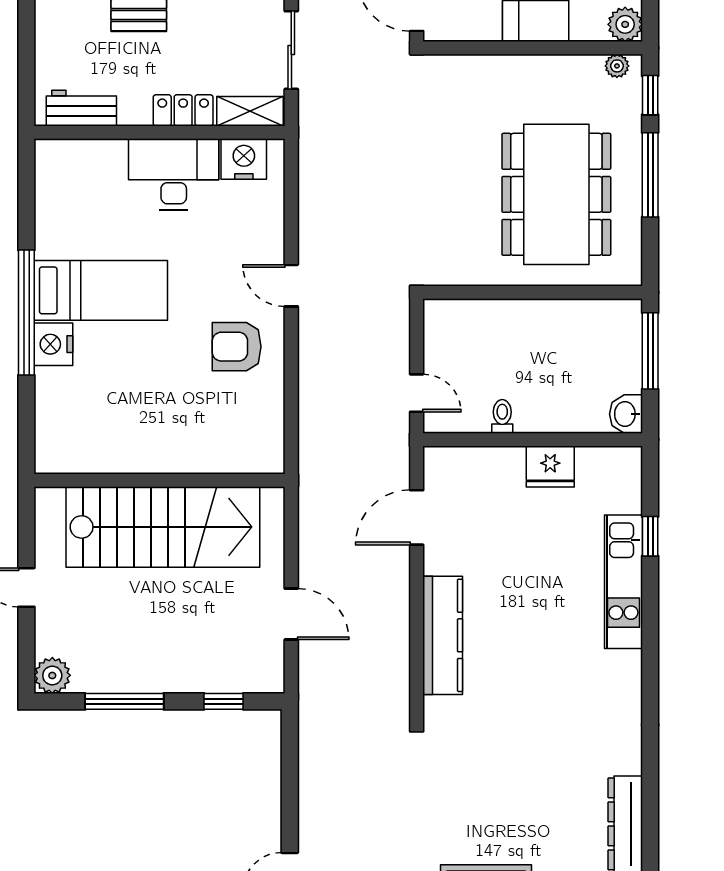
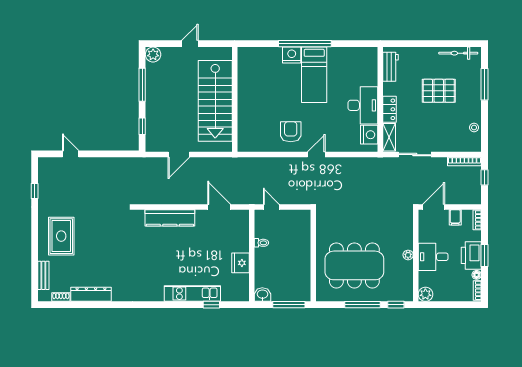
plant: (617, 66) -> (408, 255), moved
door: (417, 393) -> (271, 207), swing flipped

